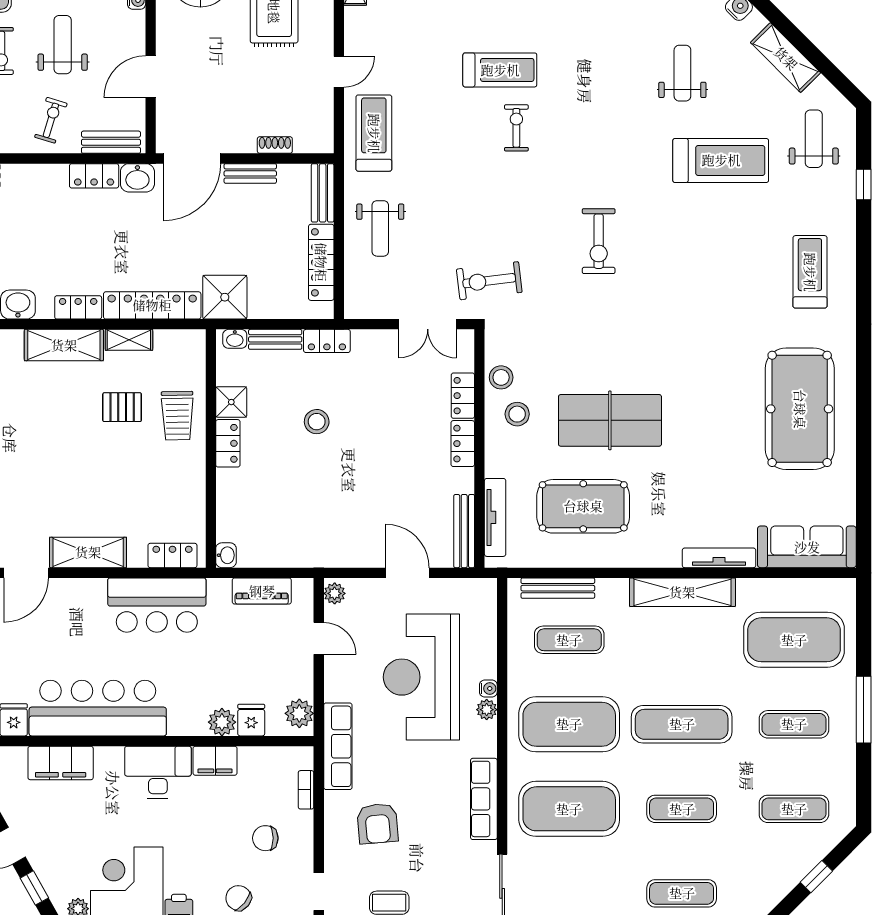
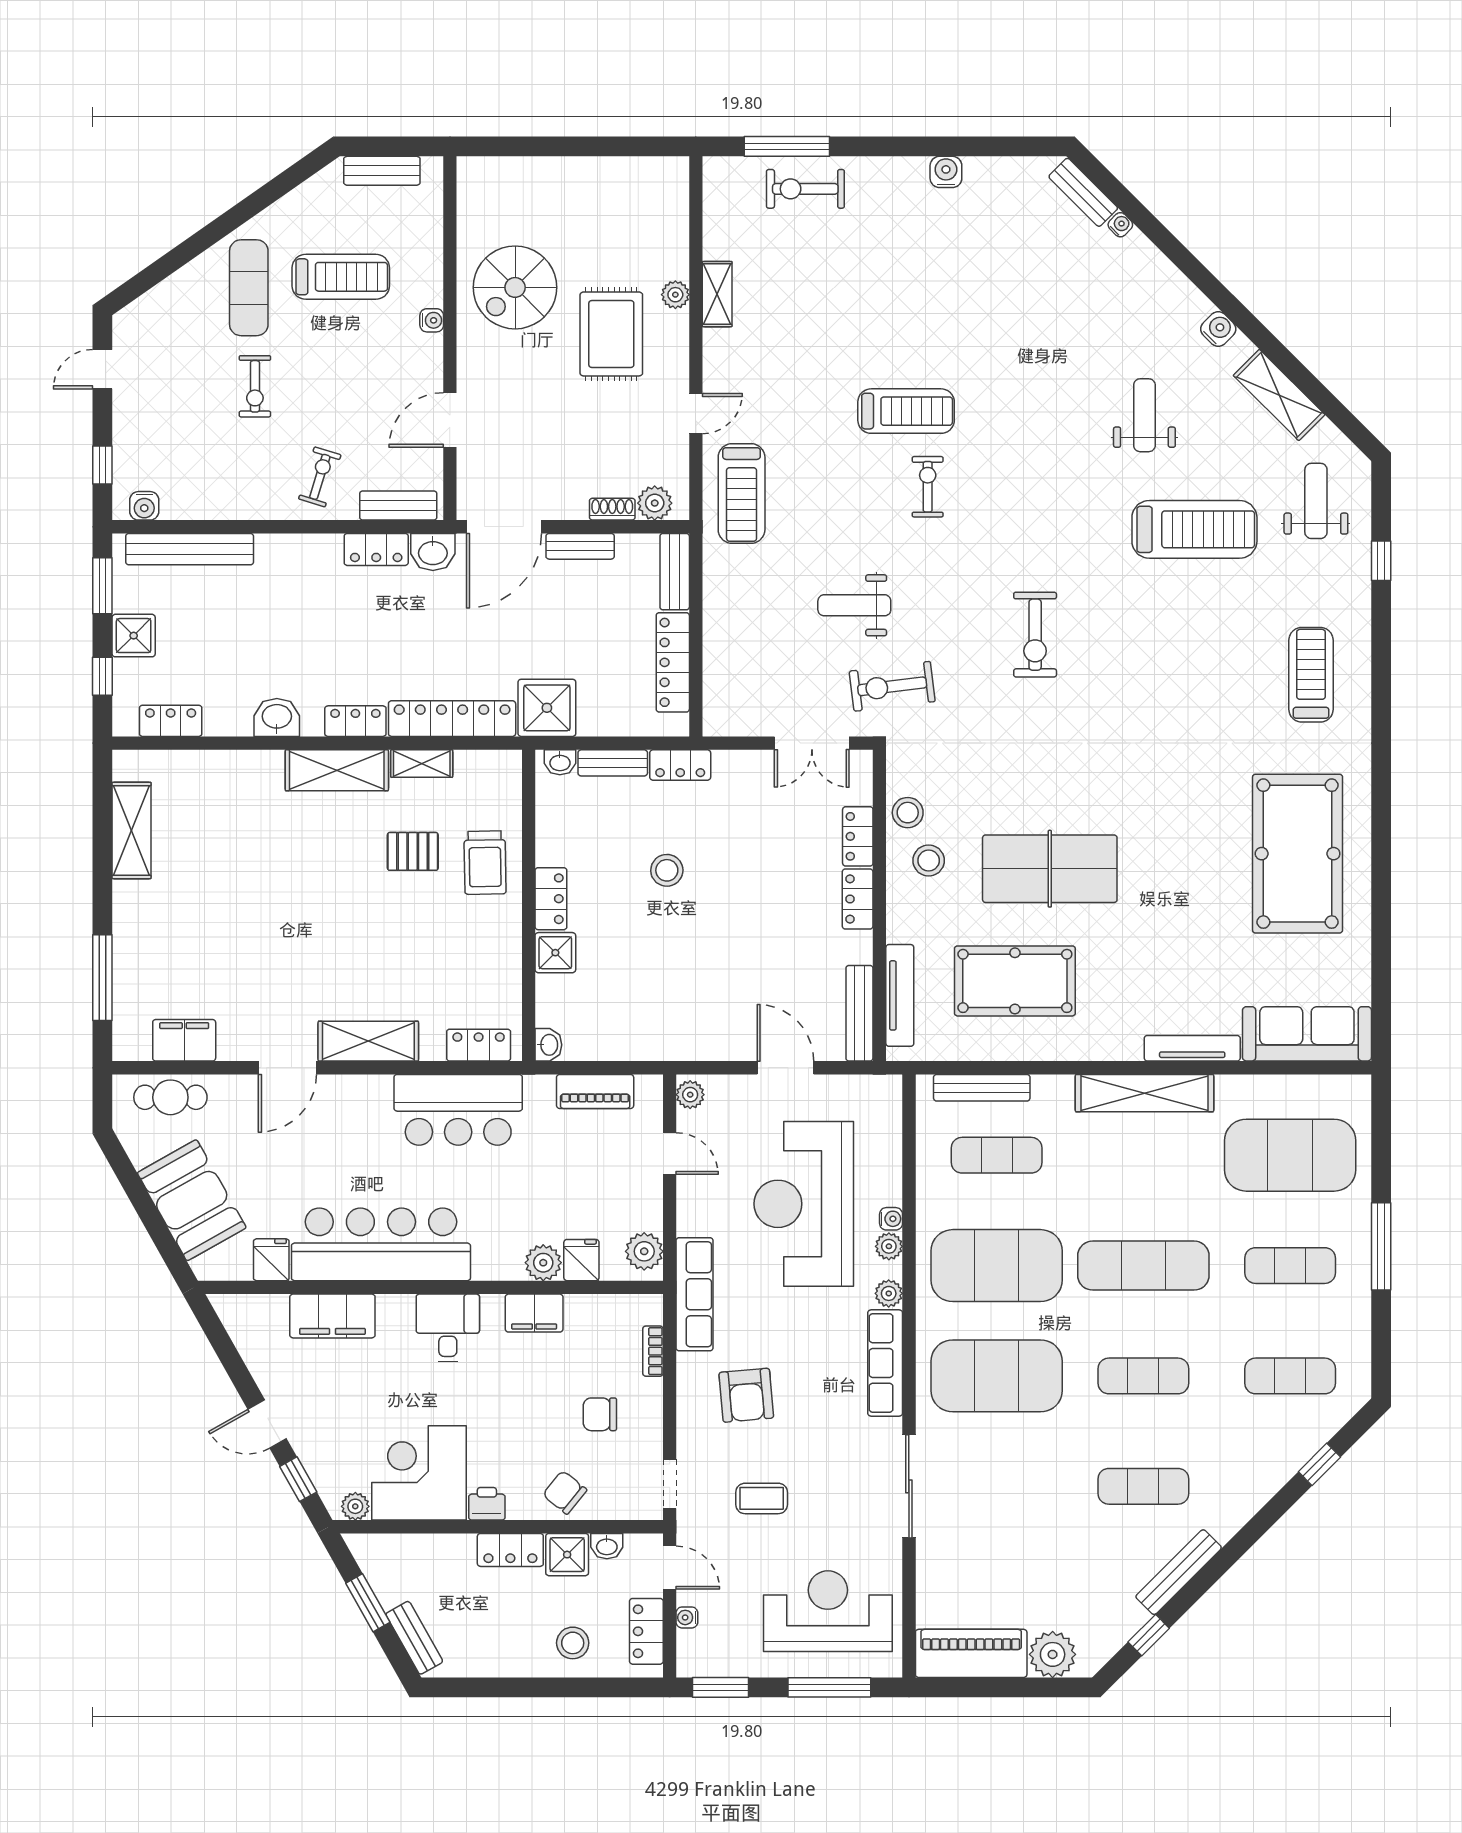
weight bench: (63, 45) -> (335, 378), removed
treadmill: (374, 133) -> (742, 493), turned 180
plant: (307, 140) -> (655, 503), added
weight bench: (380, 228) -> (854, 605), moved, turned 90
shower: (231, 402) -> (555, 953), moved
plant: (487, 746) -> (889, 1293), added
desk: (158, 772) -> (448, 1328), width x0.73

